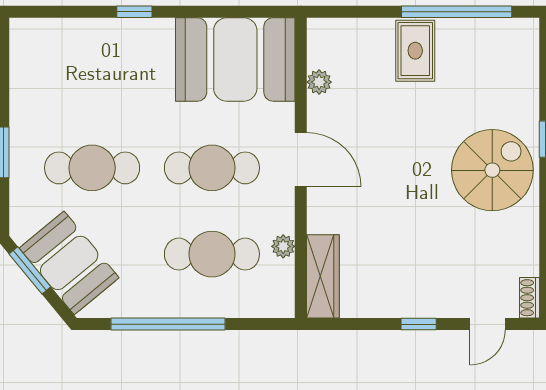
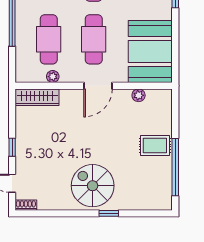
spiral stairs: (492, 170) -> (93, 186), turned 180

